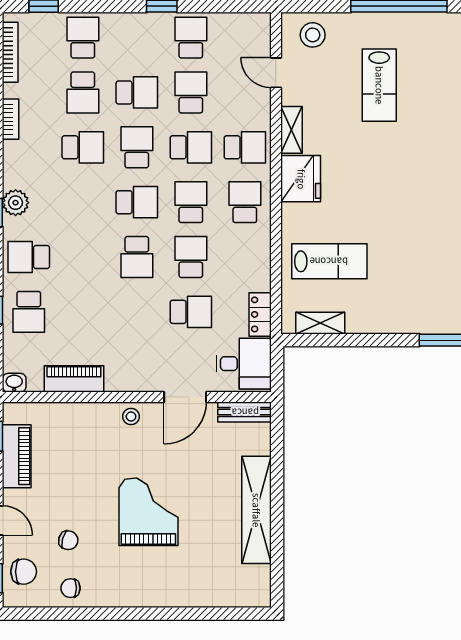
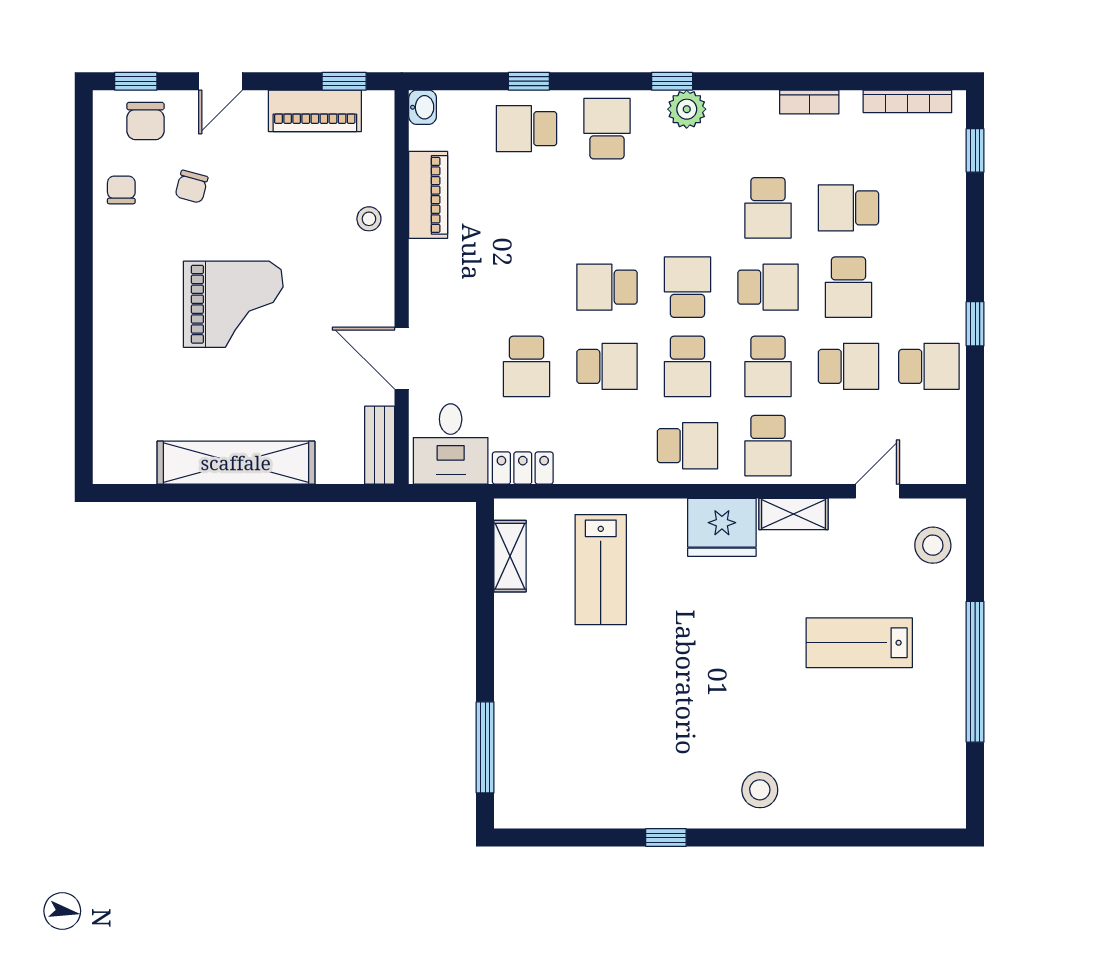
school desk: (83, 38) -> (929, 208), removed
school desk: (137, 202) -> (687, 287), turned 180
school desk: (191, 202) -> (687, 366), turned 90
stool: (131, 417) -> (369, 219), moved

